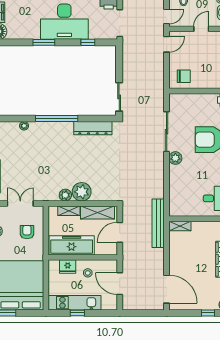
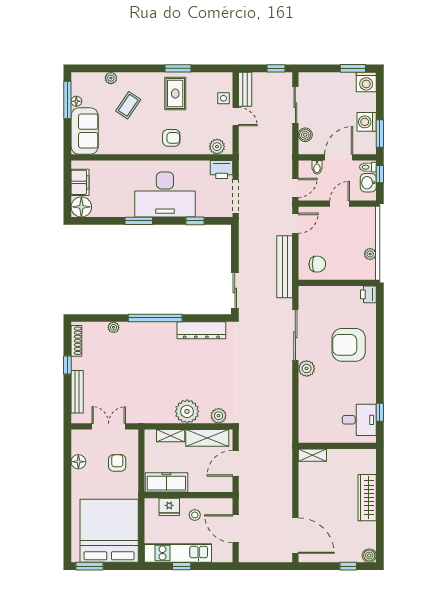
plant: (65, 195) -> (219, 416), moved
bench: (158, 223) -> (285, 267), moved
freezer: (72, 245) -> (166, 482), width x0.73, depth x0.79

